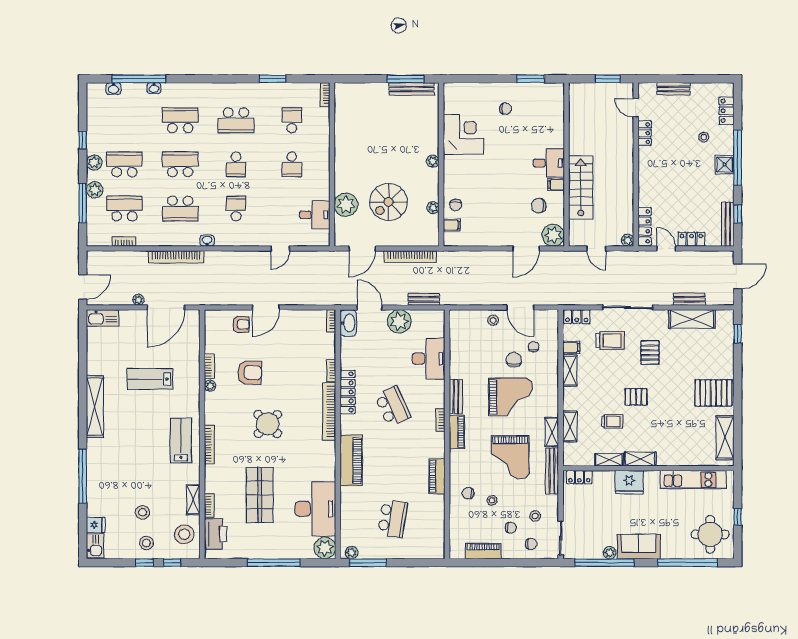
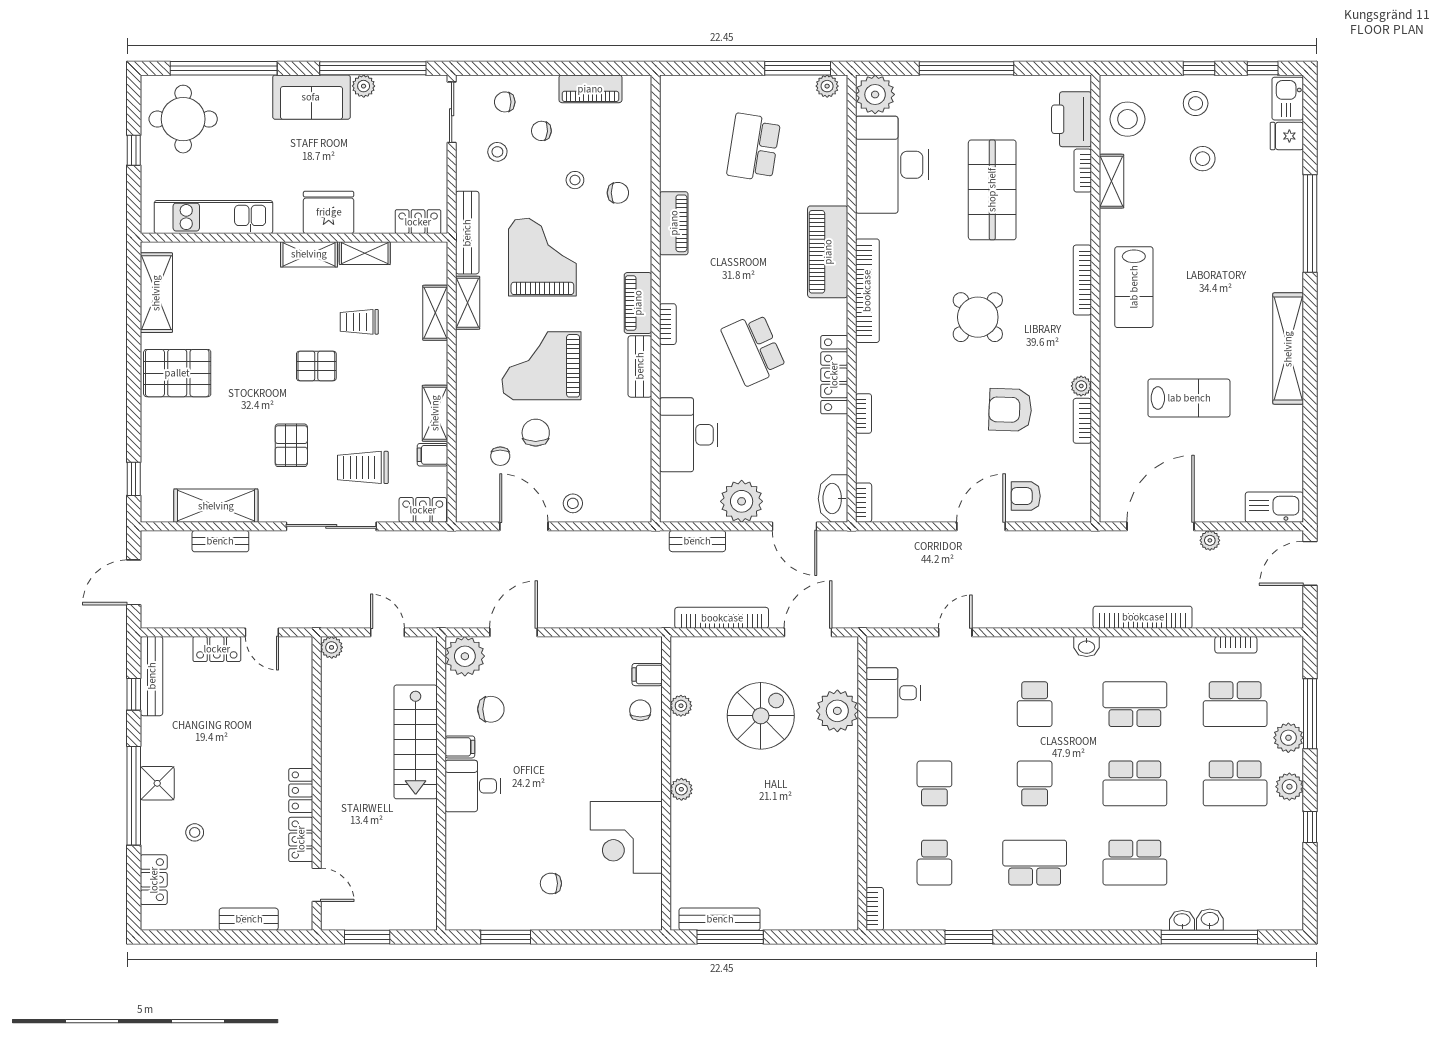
washbasin: (113, 89) -> (1210, 920), moved
locker: (645, 226) -> (301, 790), moved, width x0.66
chair: (514, 360) -> (536, 433), turned 180
bookcase: (329, 411) -> (867, 291), moved
window: (172, 563) -> (1263, 68), moved

